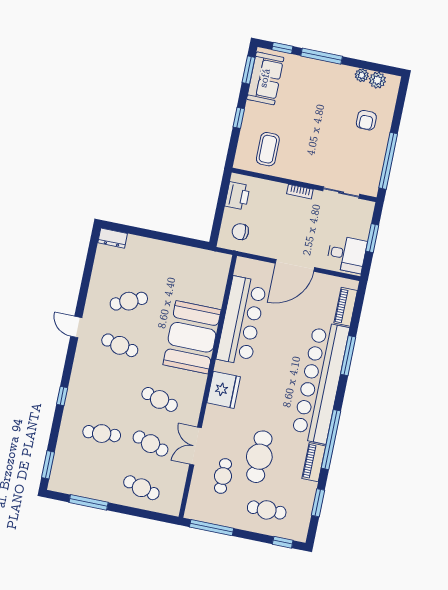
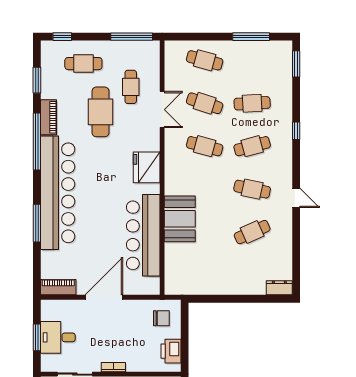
desk: (347, 254) -> (58, 337), moved
piano: (346, 307) -> (58, 287), moved, turned -90
booth: (192, 337) -> (180, 219), width x0.73, depth x0.70
cafe table: (111, 389) -> (252, 146), added

